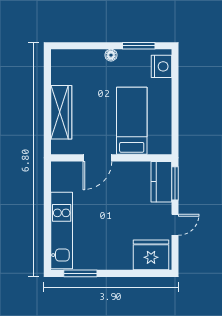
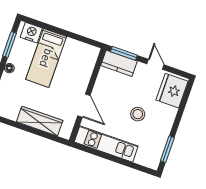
bed: (132, 121) -> (46, 58), moved, turned -90
stool: (110, 224) -> (138, 114), added
kitchen unit: (62, 230) -> (106, 144), moved

